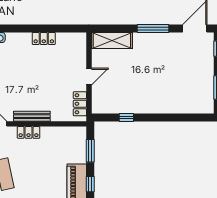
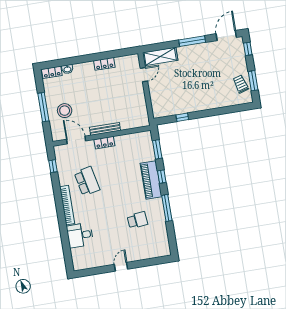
door: (89, 77) -> (144, 75), moved
trolley: (203, 89) -> (241, 84), added
locker: (80, 104) -> (143, 112), removed

